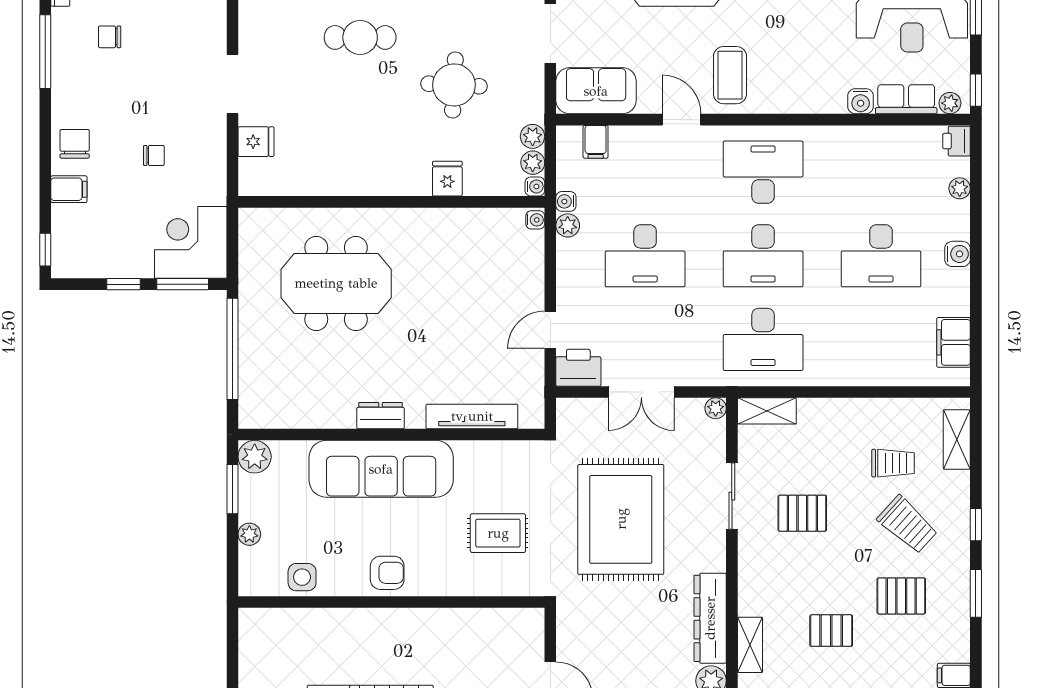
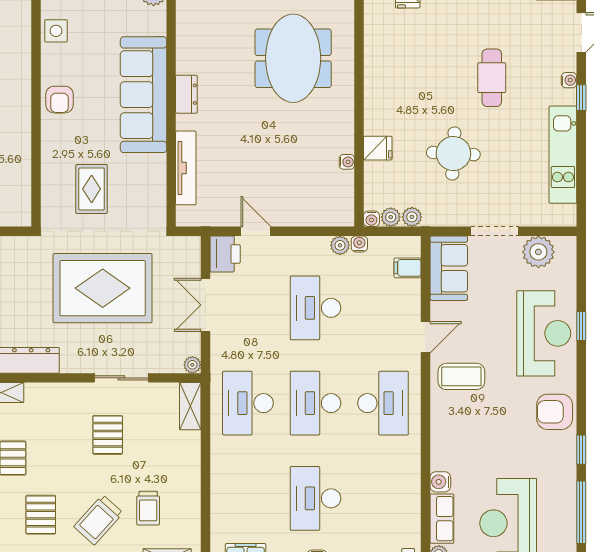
water cooler: (535, 220) -> (347, 162), moved, turned -90

